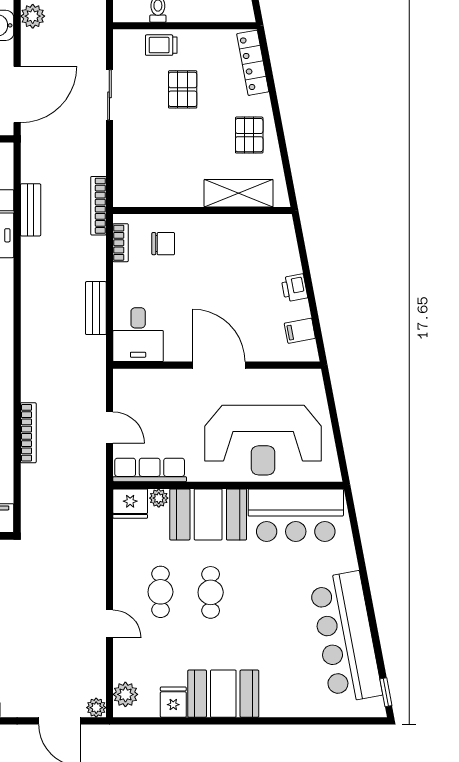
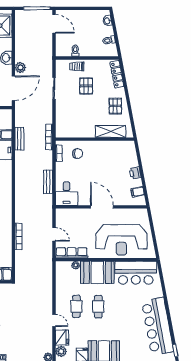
plant: (33, 16) -> (20, 68), moved
fridge: (130, 504) -> (62, 338), moved, turned -90

